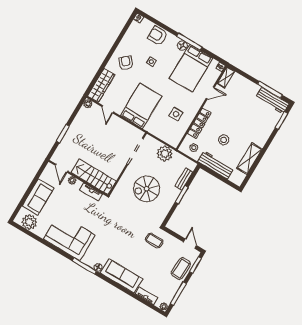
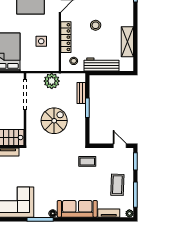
stool: (224, 140) -> (96, 25), moved
spiral stairs: (147, 189) -> (54, 121), turned 180
coffee table: (181, 268) -> (117, 185), moved

